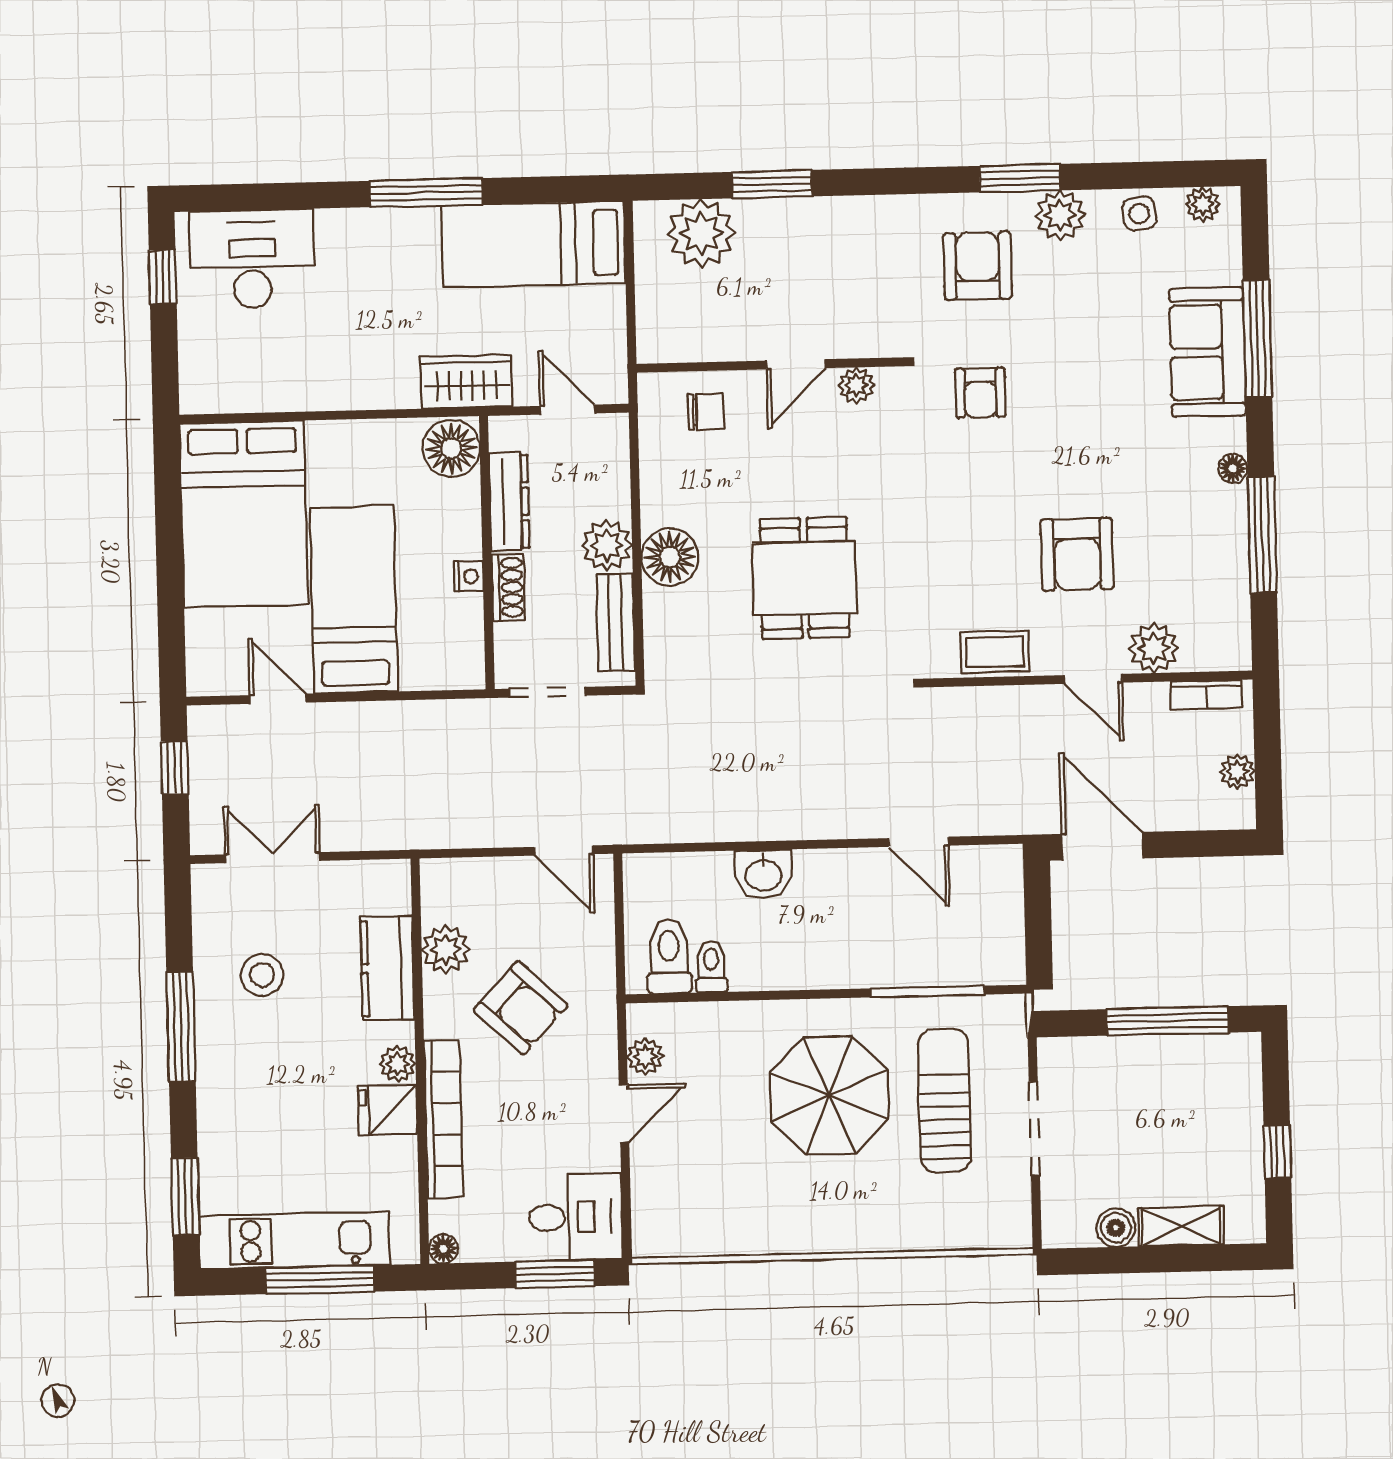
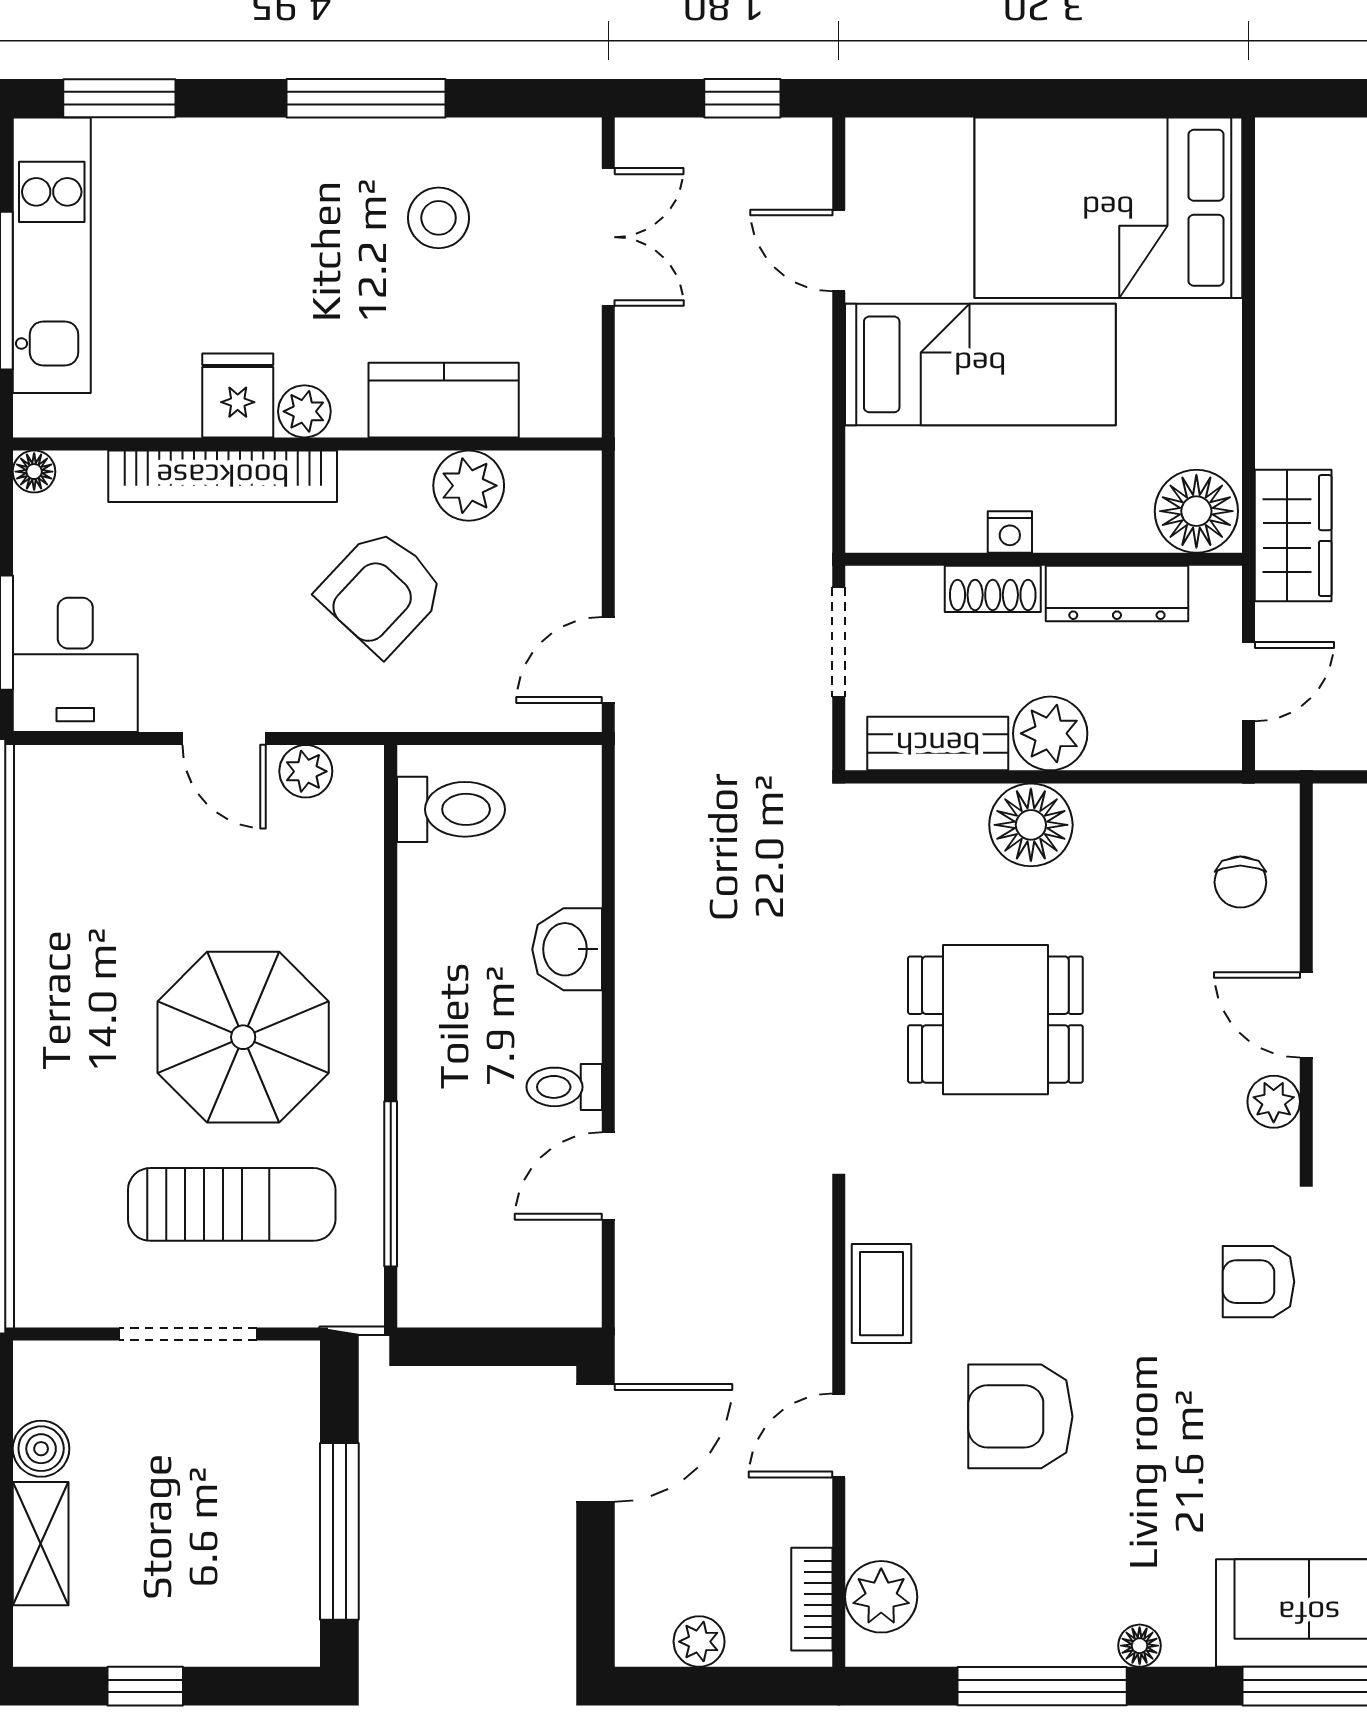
plant: (1154, 648) -> (881, 1597), moved
door: (278, 699) -> (839, 251), swing flipped
toilet: (711, 966) -> (564, 1087), moved, turned 180

